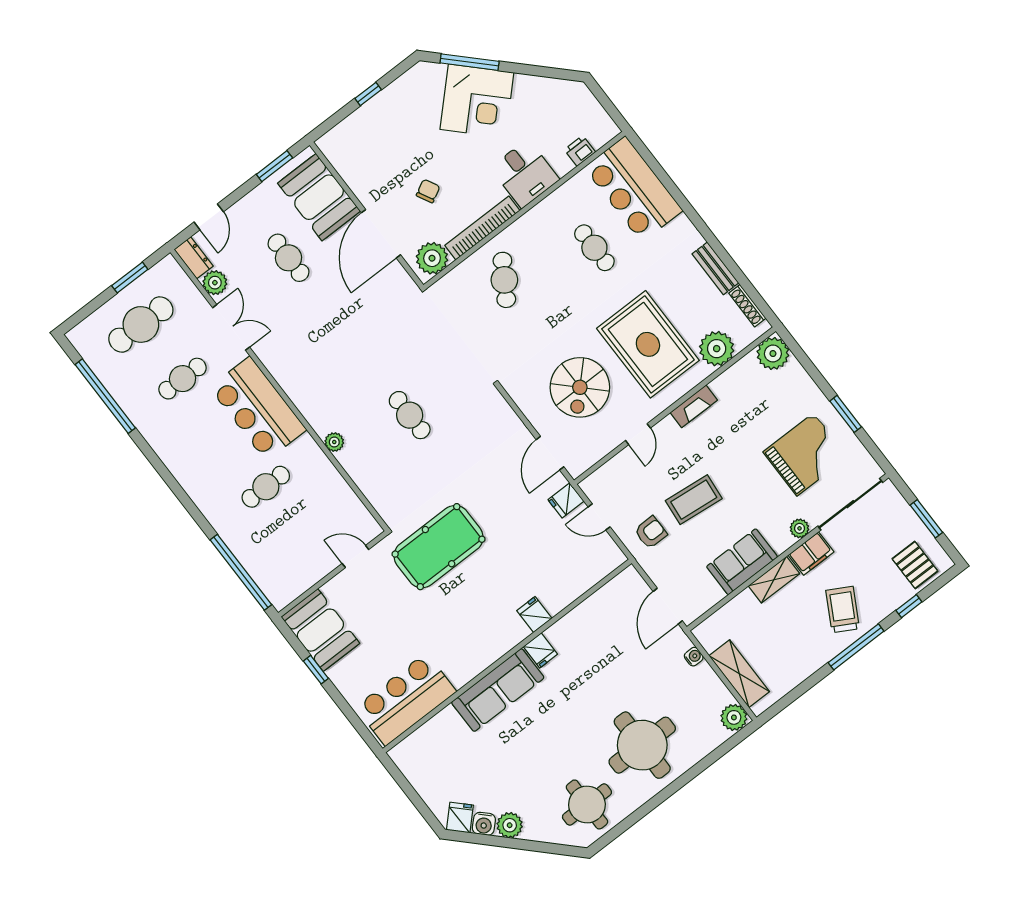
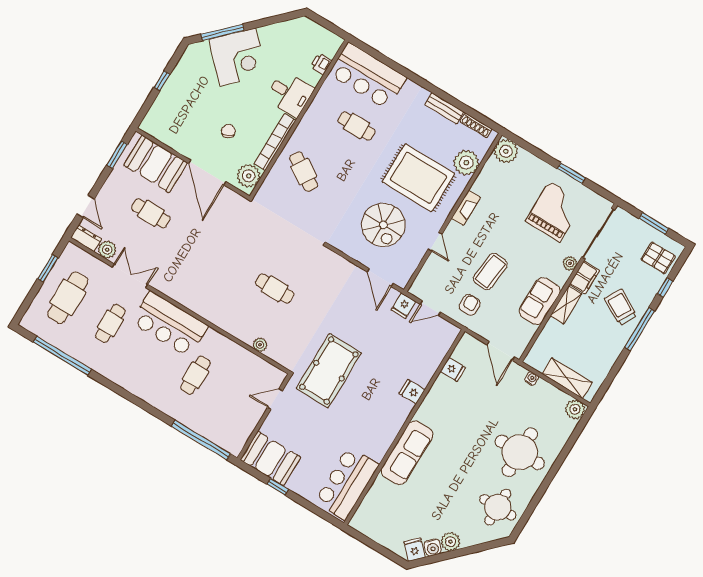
plant: (334, 442) -> (260, 345), moved
fridge: (540, 650) -> (453, 369), moved

